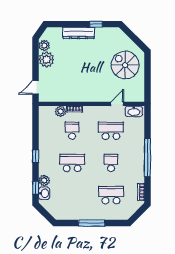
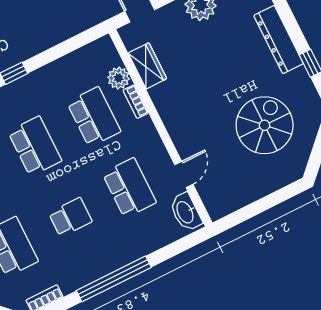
spiral stairs: (125, 65) -> (265, 125), moved
wardrobe: (62, 96) -> (147, 66), added
door: (117, 104) -> (184, 175), hinge flipped
school desk: (72, 131) -> (94, 117), width x1.85

